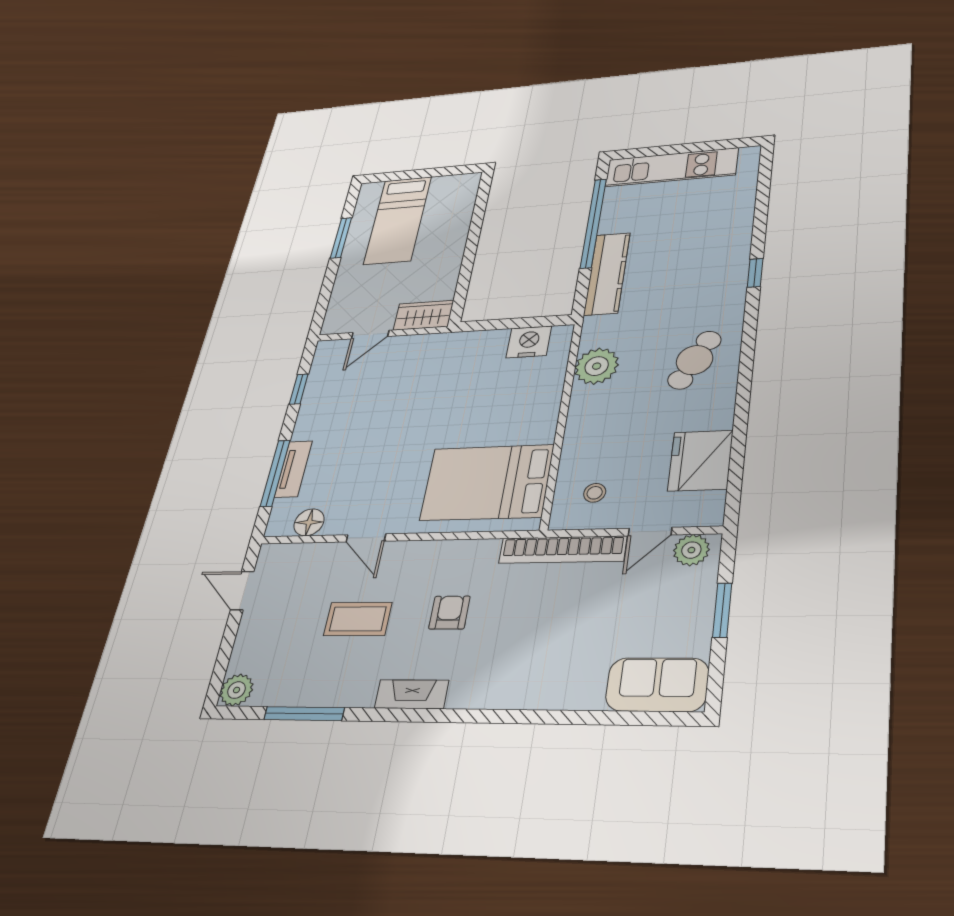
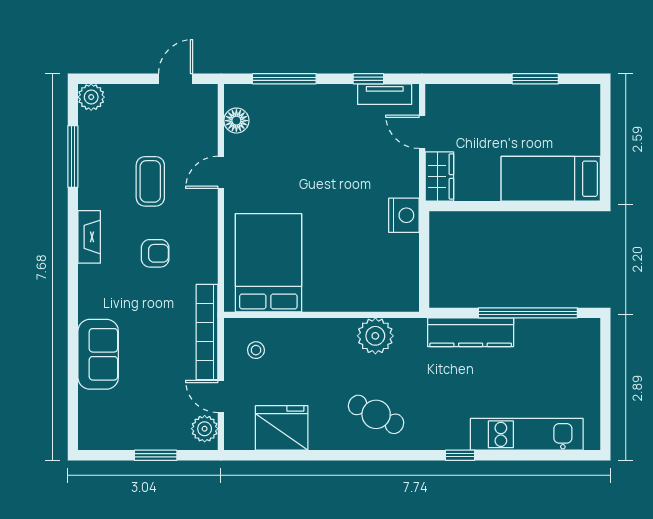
kitchen unit: (671, 167) -> (527, 434), moved, turned 90
bed: (398, 220) -> (551, 179), moved
nightstand: (529, 342) -> (404, 215), moved
tv unit: (293, 469) -> (385, 94), moved
sofa: (657, 685) -> (98, 354), moved

